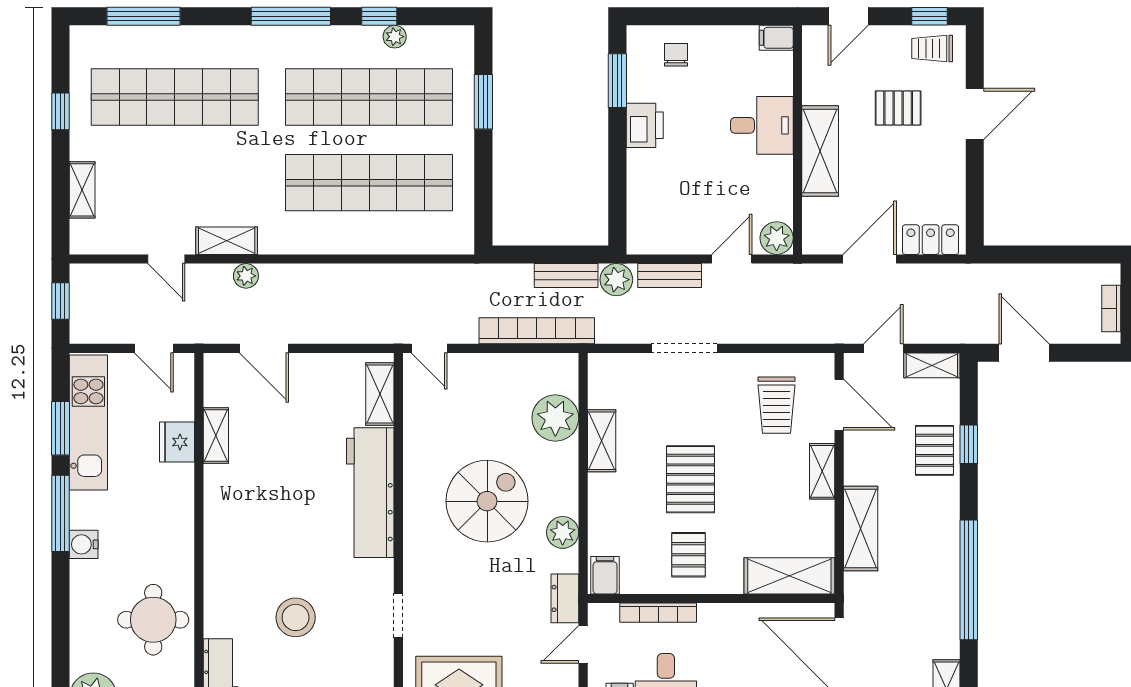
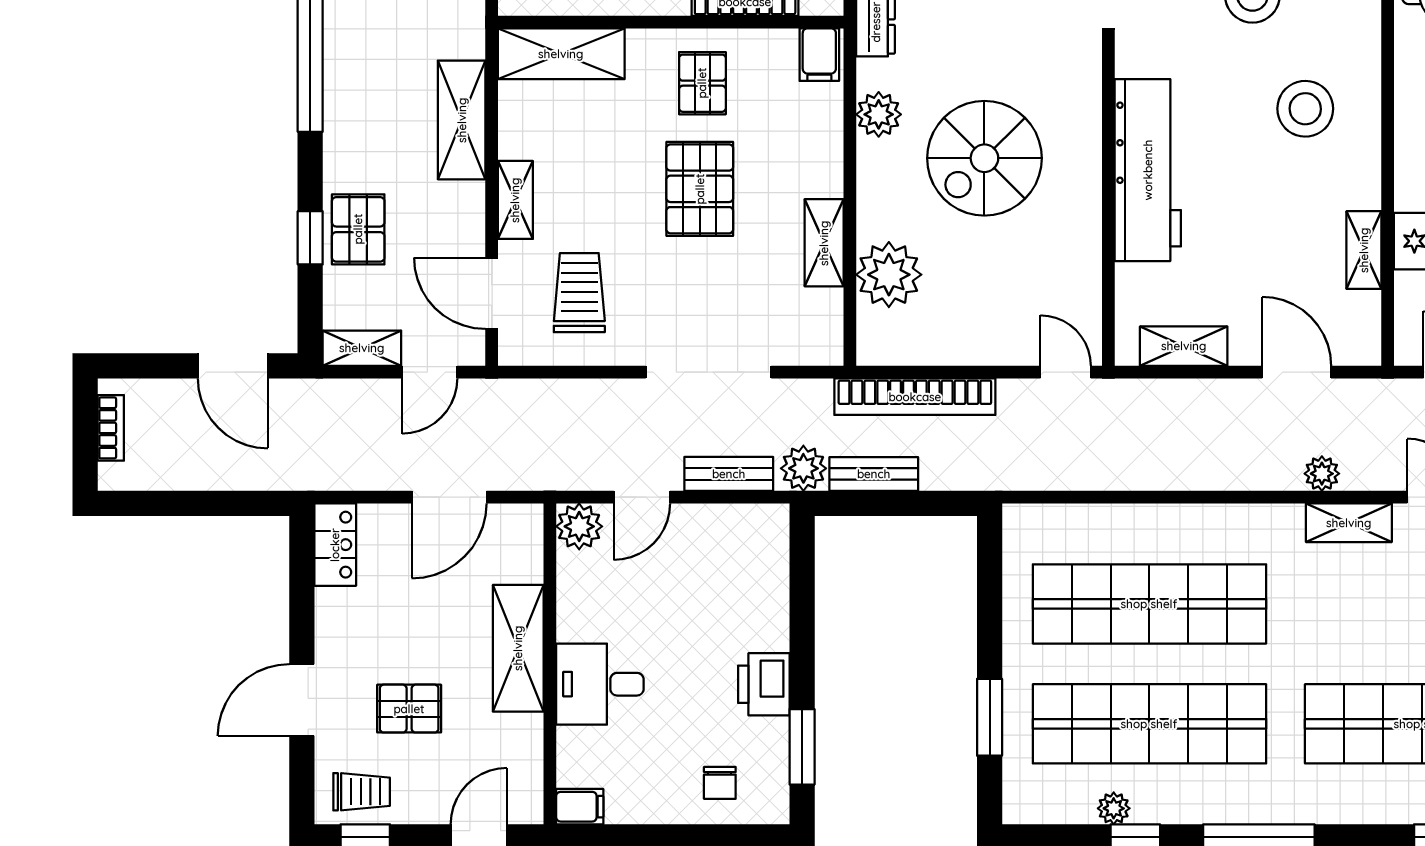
locker: (931, 240) -> (335, 545), moved, turned -90
doorway: (684, 348) -> (709, 372), width x1.36
shelving: (380, 394) -> (1184, 346), moved, turned 90
stool: (258, 537) -> (1305, 109), added

